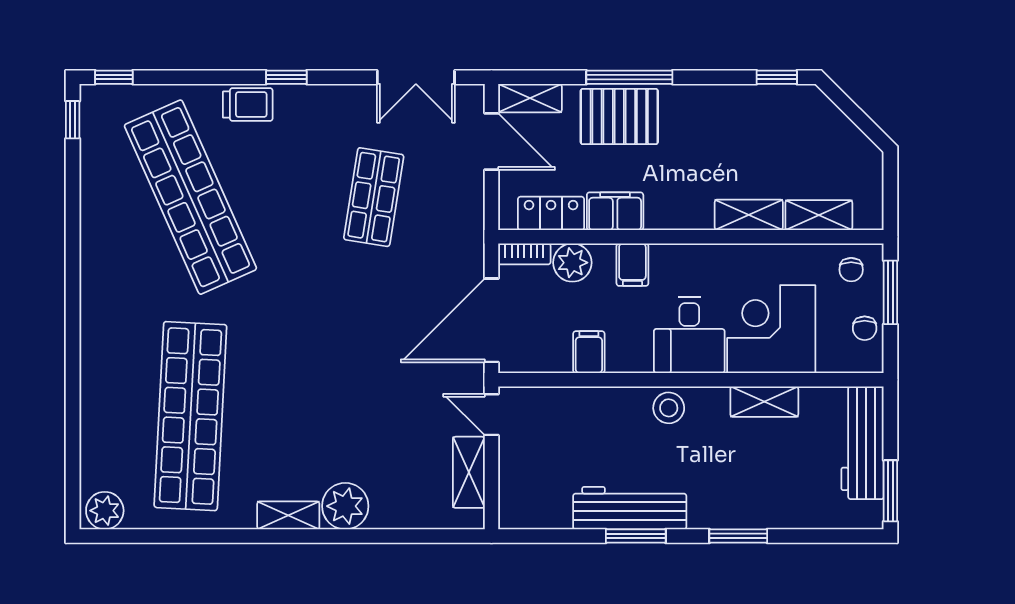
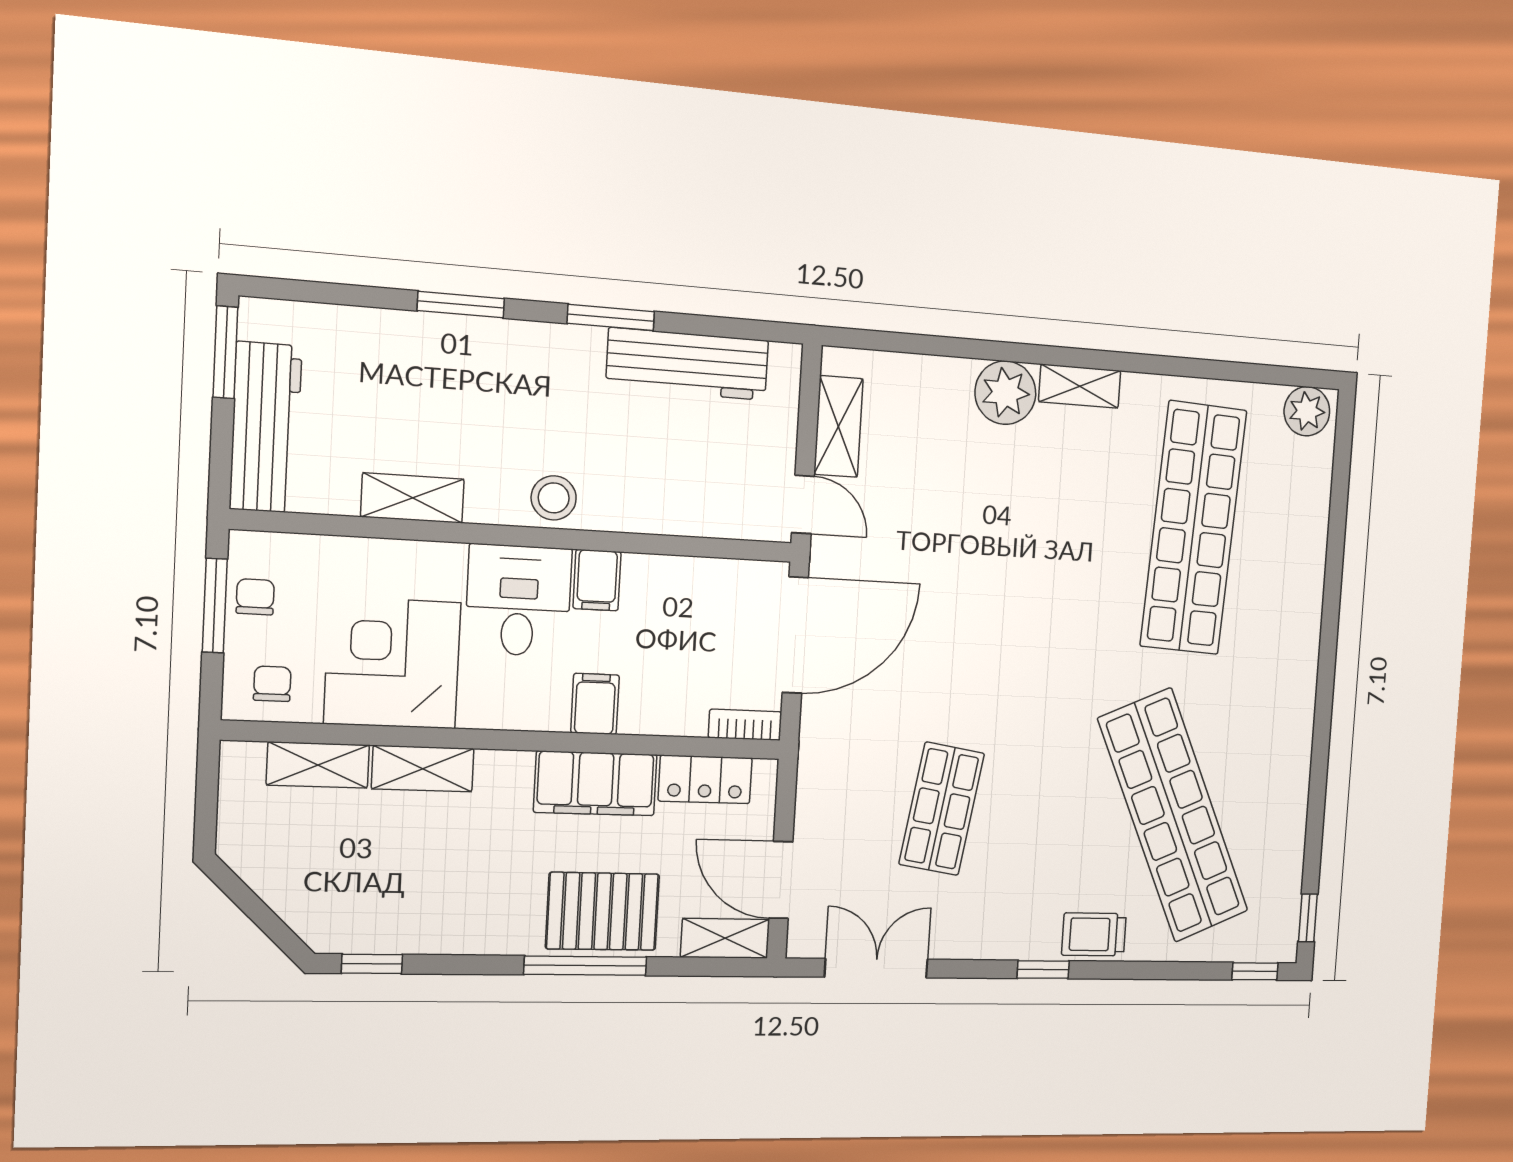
filing cabinet: (615, 211) -> (595, 783), width x1.50, depth x1.17
plant: (572, 263) -> (679, 710), removed
window: (890, 292) -> (215, 606), moved
corner desk: (771, 329) -> (393, 663), moved, turned 180
filing cabinet: (589, 352) -> (597, 580), moved
workbench: (630, 508) -> (688, 364), moved

